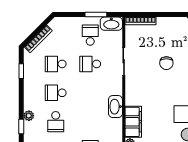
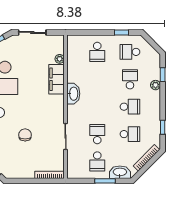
window: (96, 15) -> (105, 181), moved
washbasin: (111, 24) -> (120, 172), moved
school desk: (90, 64) -> (97, 134), turned -90

